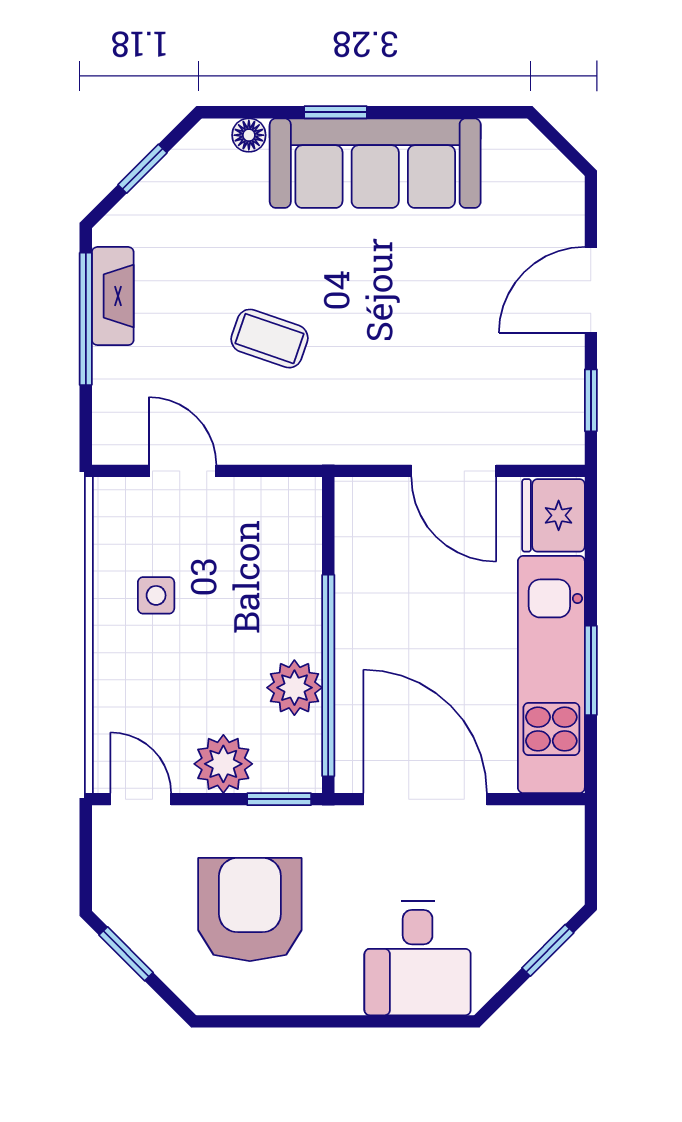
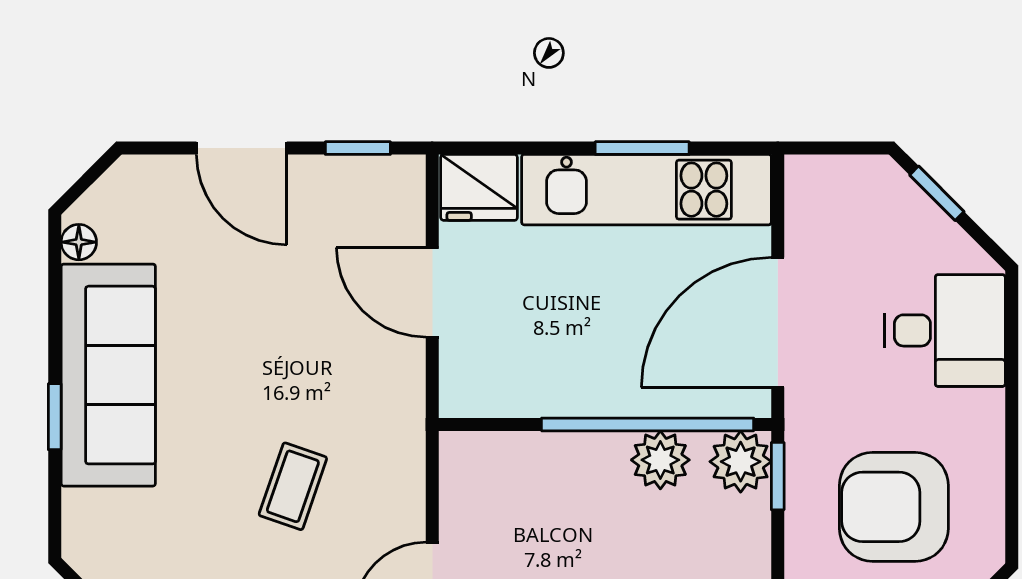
floor lamp: (249, 135) -> (79, 242), moved
door: (454, 471) -> (432, 292), swing flipped
plant: (223, 764) -> (741, 462), moved

